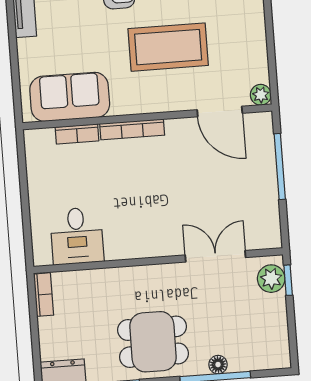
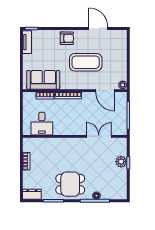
desk: (77, 236) -> (42, 124), moved
double door: (215, 256) -> (99, 136), moved
wall: (158, 261) -> (75, 136), moved

